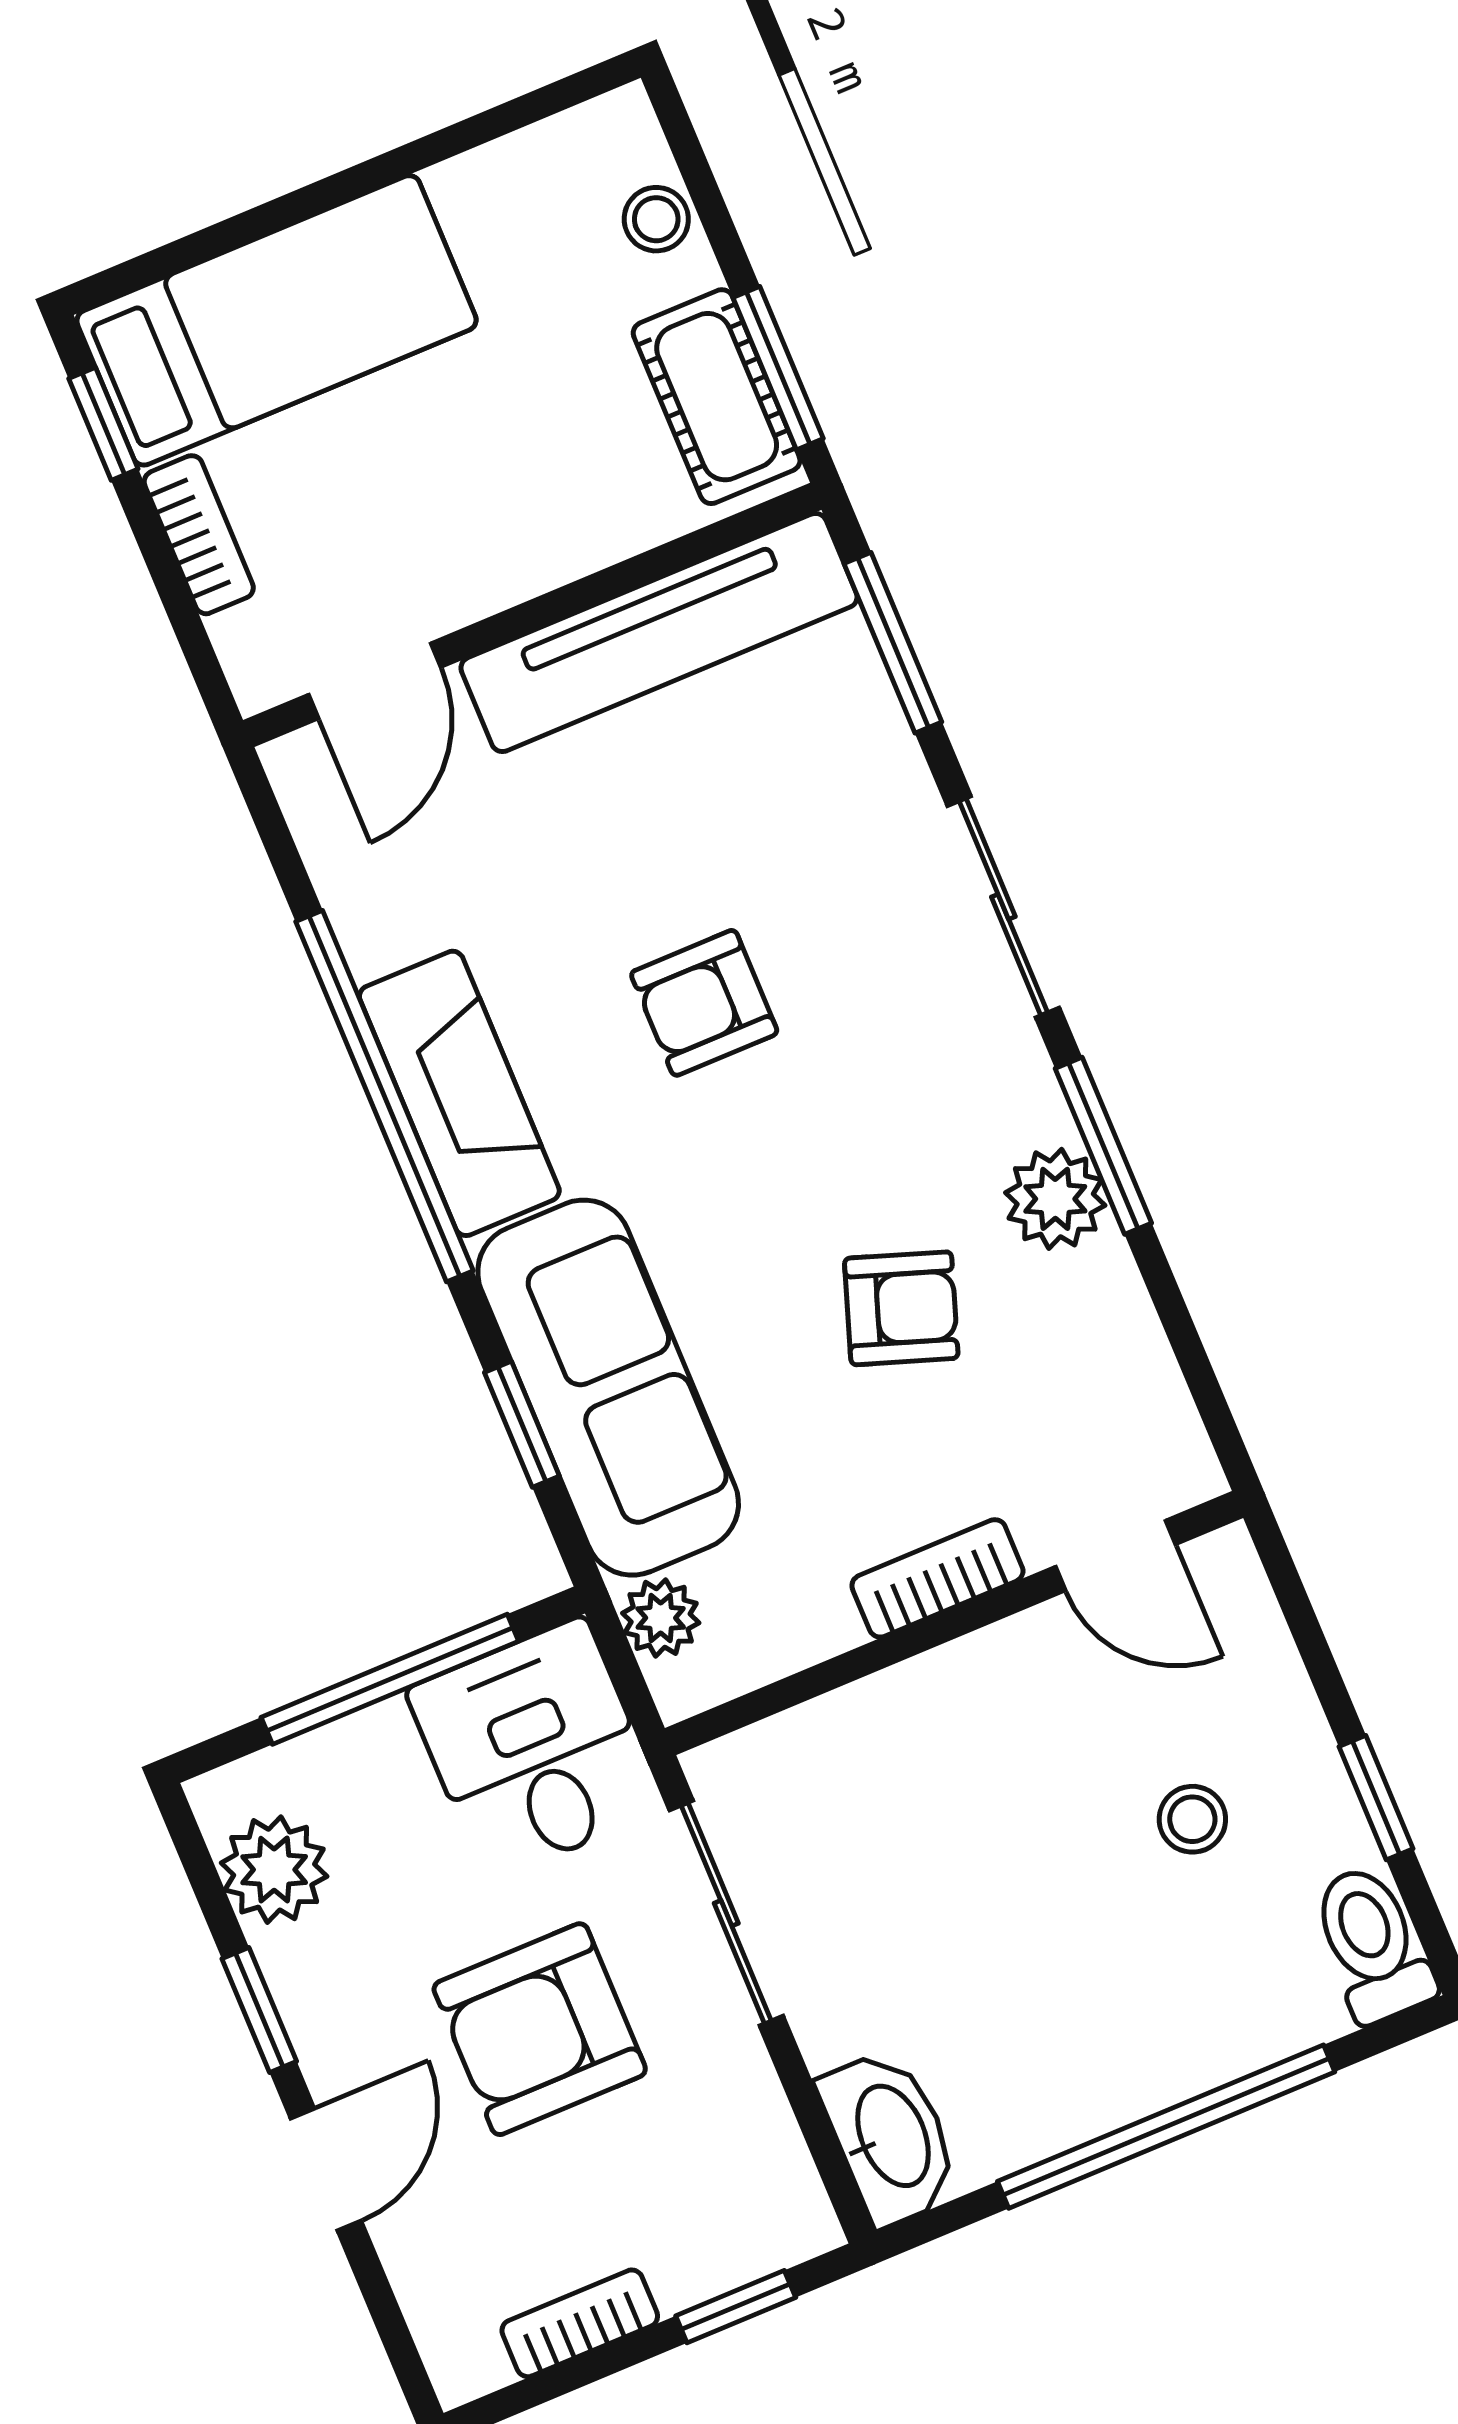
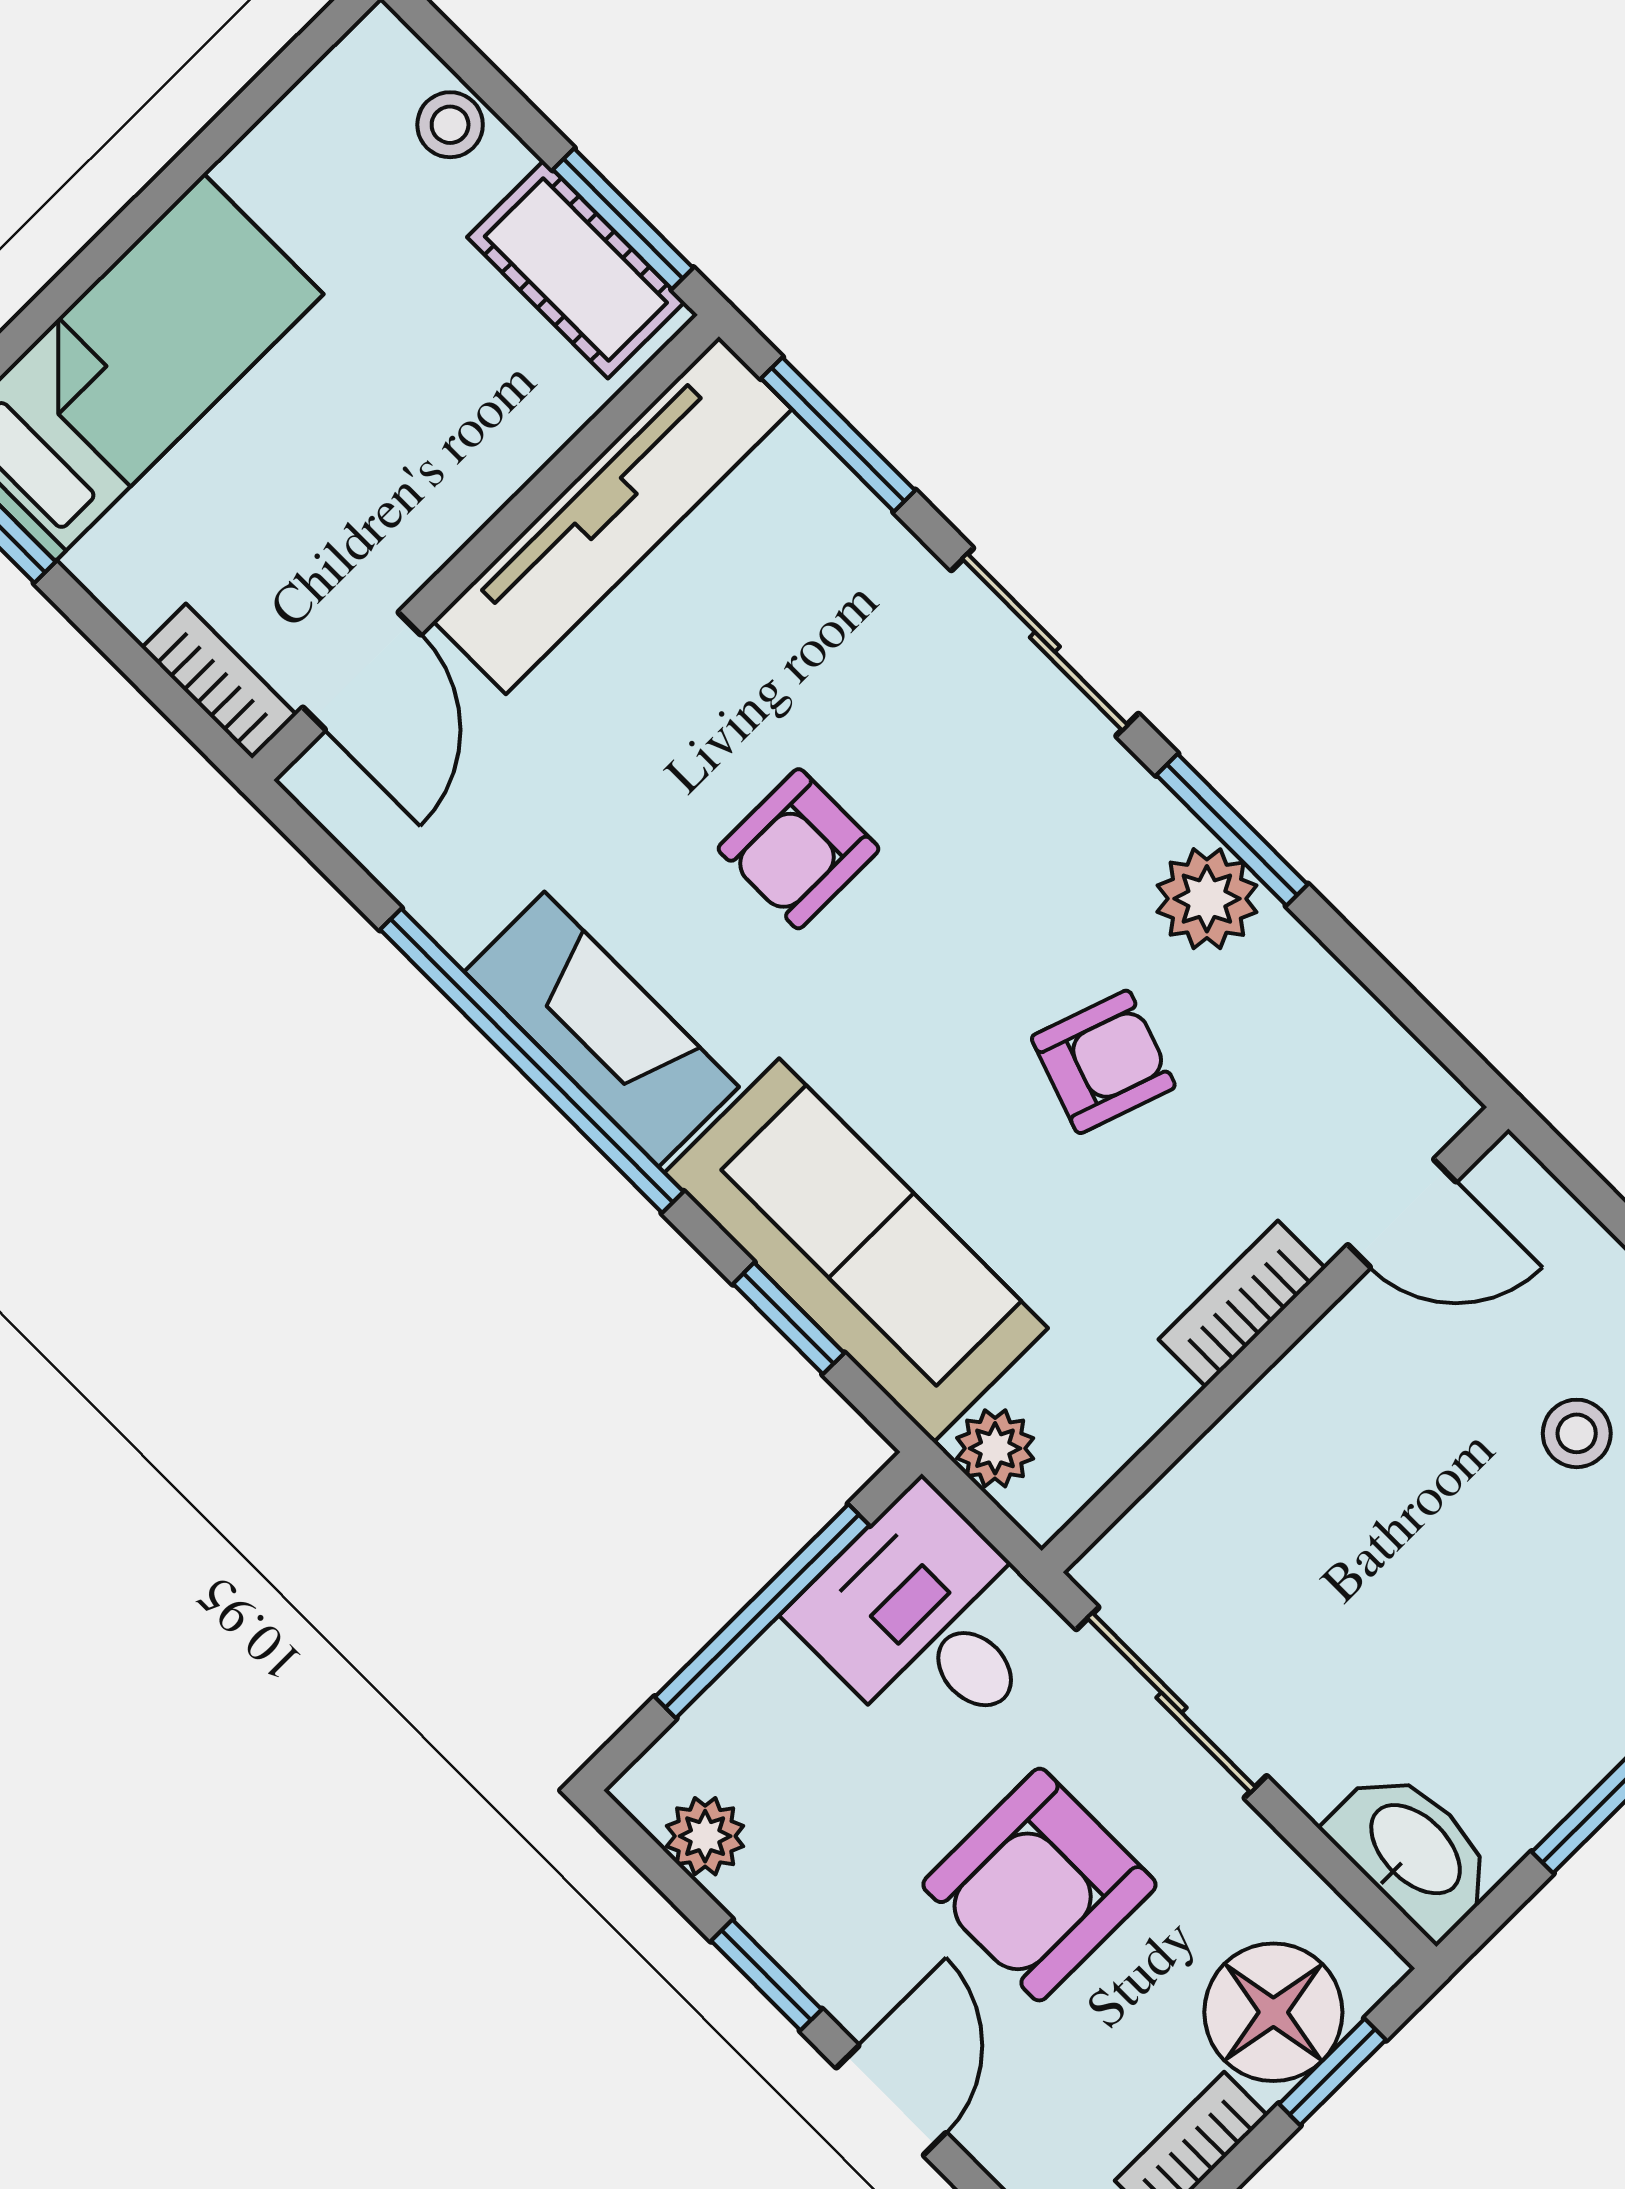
bookcase: (199, 535) -> (219, 681), moved
plant: (274, 1870) -> (705, 1836), width x0.73, depth x0.73
floor lamp: (704, 2231) -> (1273, 2012), added

